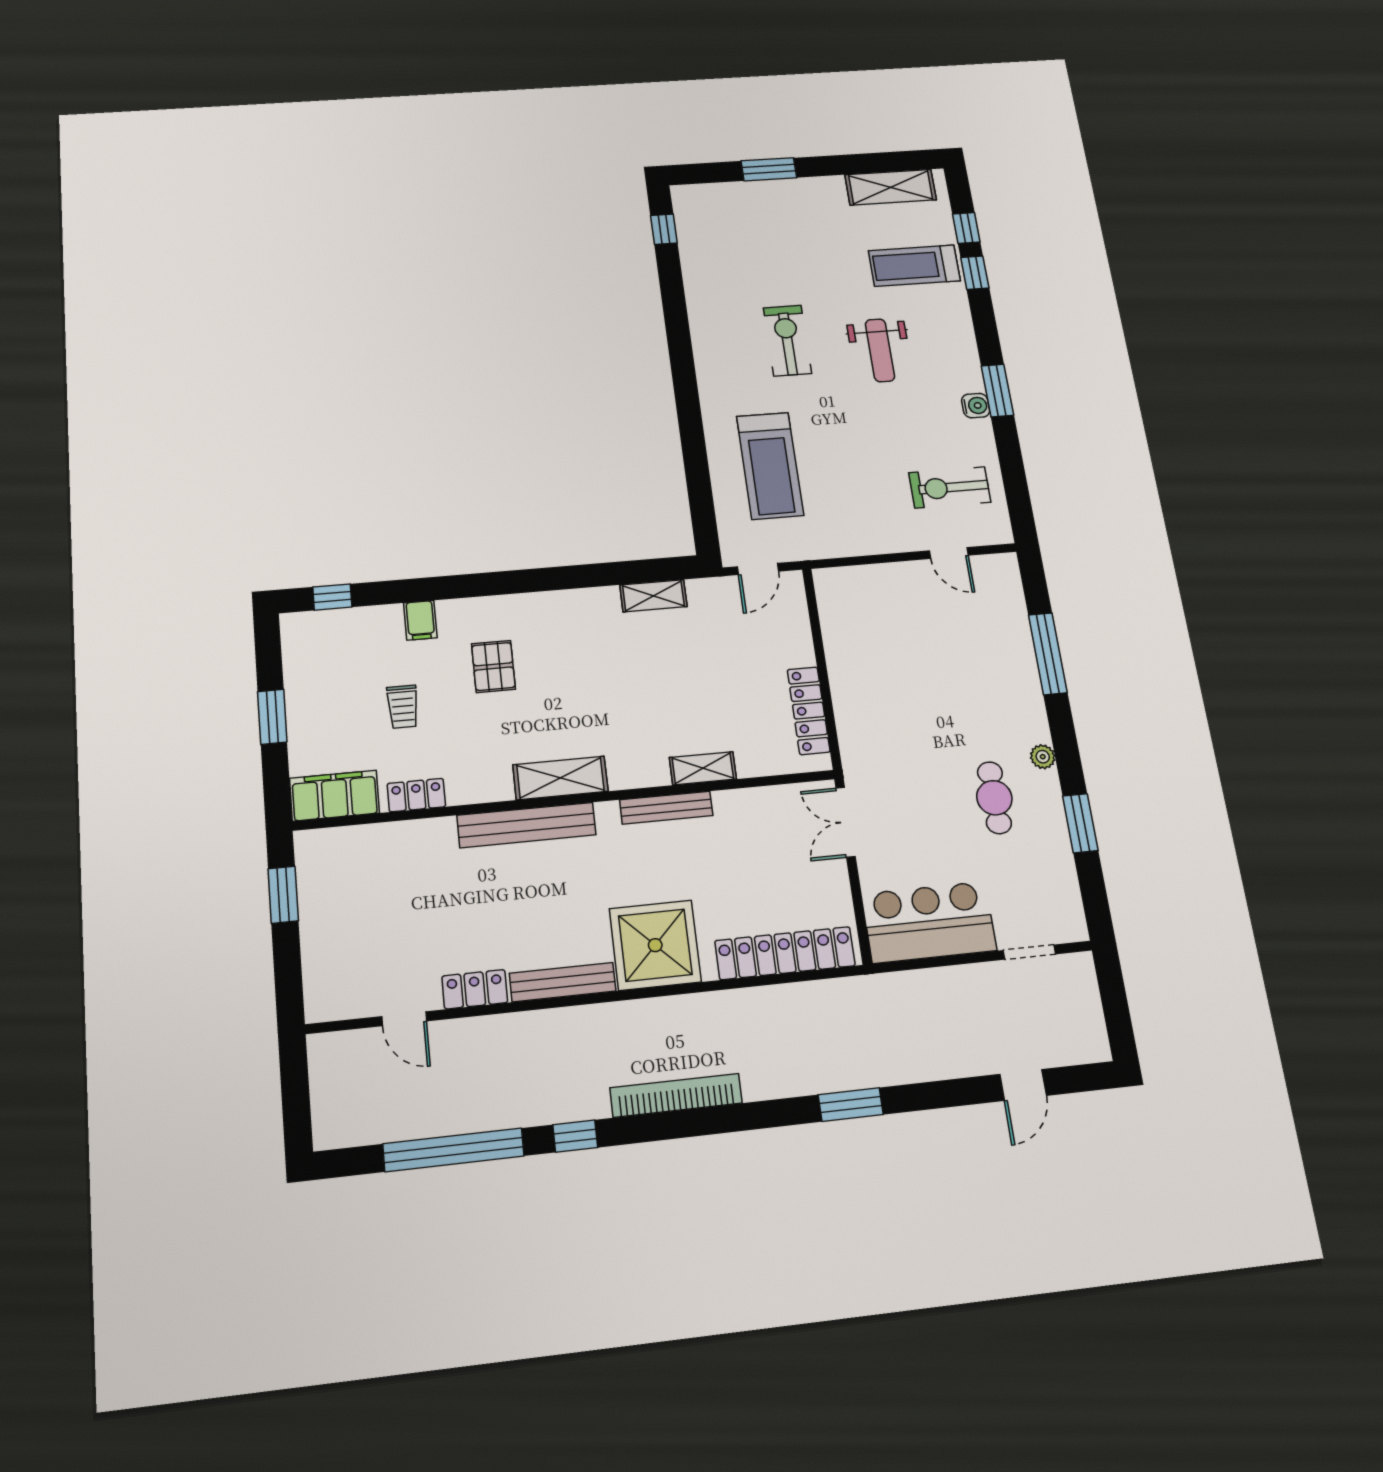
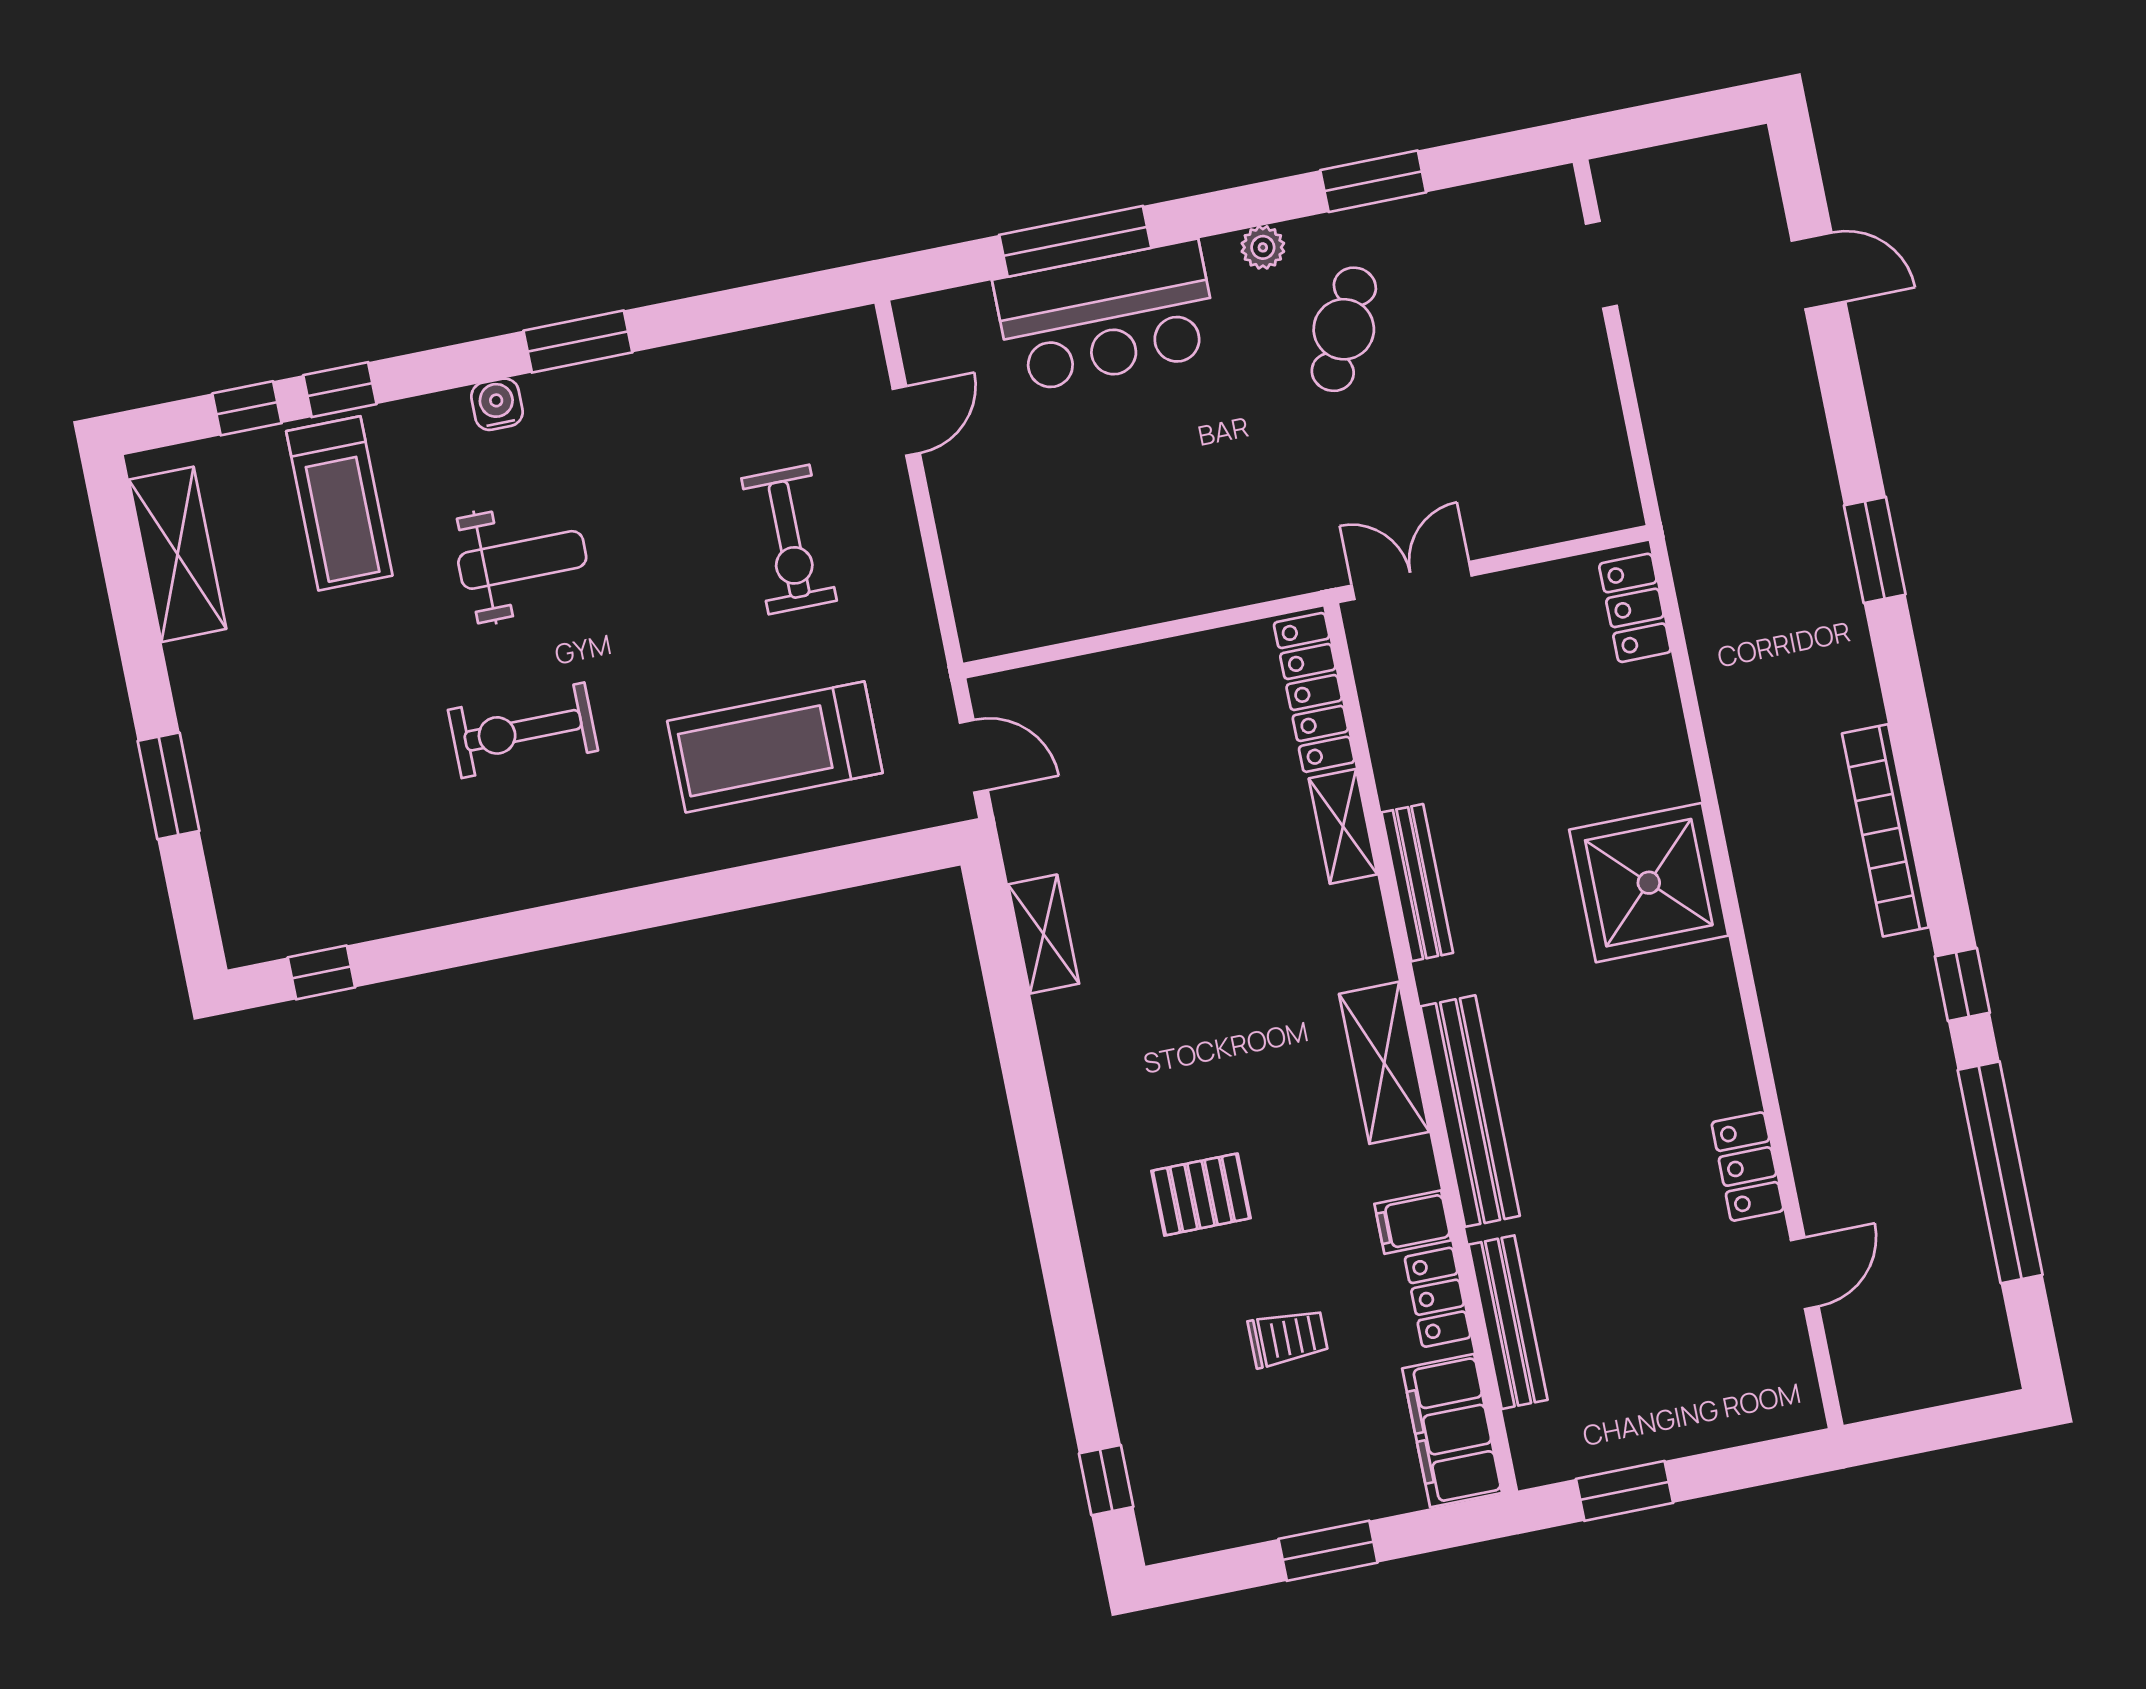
water cooler: (976, 406) -> (497, 404), moved
treadmill: (770, 466) -> (775, 747), turned 180
exercise bike: (950, 487) -> (789, 539), moved
filing cabinet: (420, 620) -> (1413, 1222), moved, turned 180
locker: (809, 711) -> (1314, 692), moved, turned 90
cafe table: (994, 798) -> (1344, 329), turned -64
double door: (846, 822) -> (1412, 580), swing flipped
bar counter: (929, 922) -> (1107, 316), moved, turned -90
locker: (785, 953) -> (1635, 608), width x0.46, depth x0.83
bench: (563, 982) -> (1508, 1322), moved

